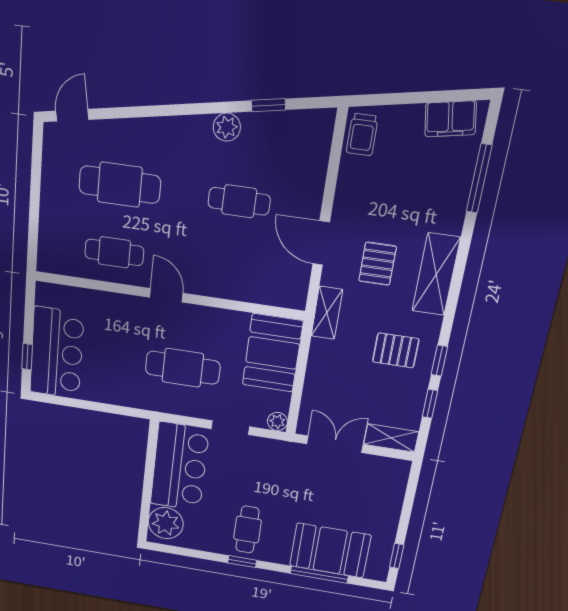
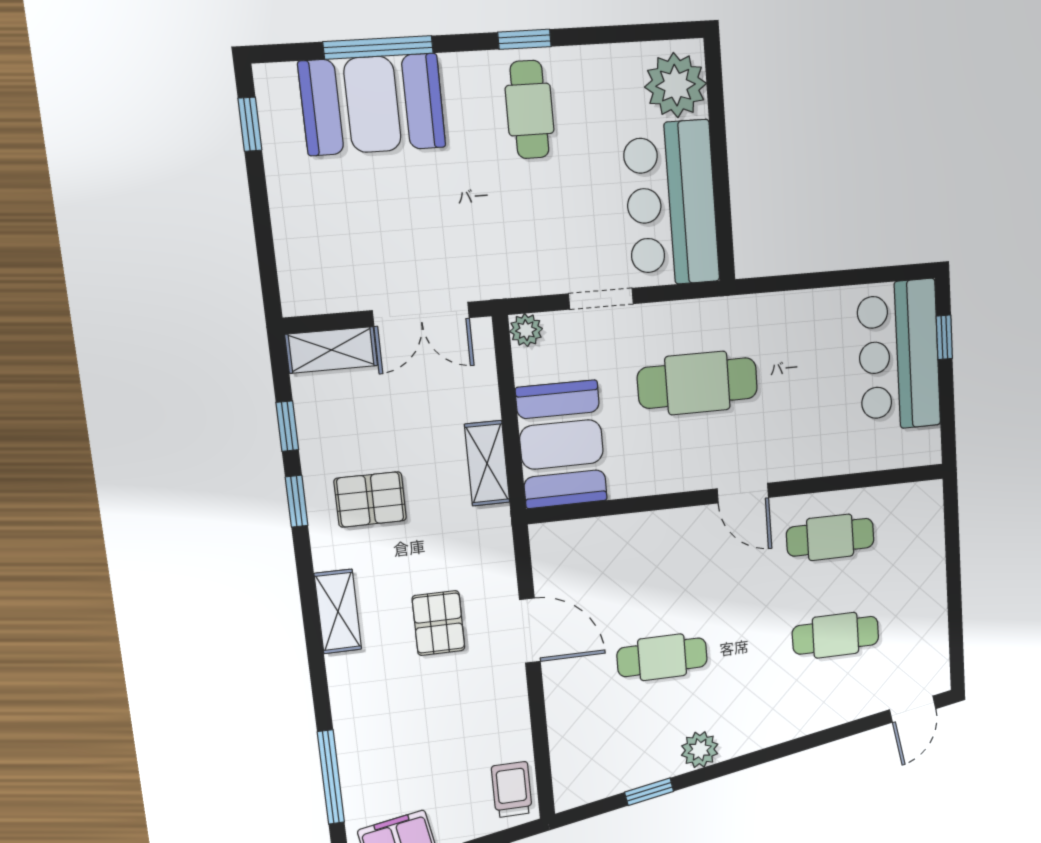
cafe table: (120, 185) -> (836, 635), width x0.73, depth x0.74
shelving: (436, 274) -> (338, 611), width x0.67, depth x0.75
shelving: (327, 313) -> (487, 463), moved

